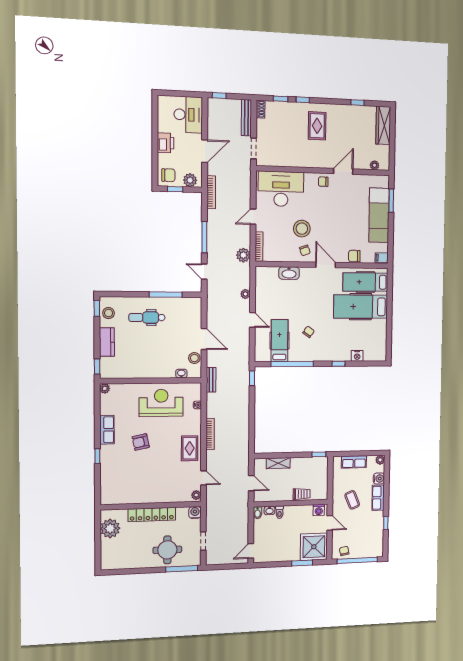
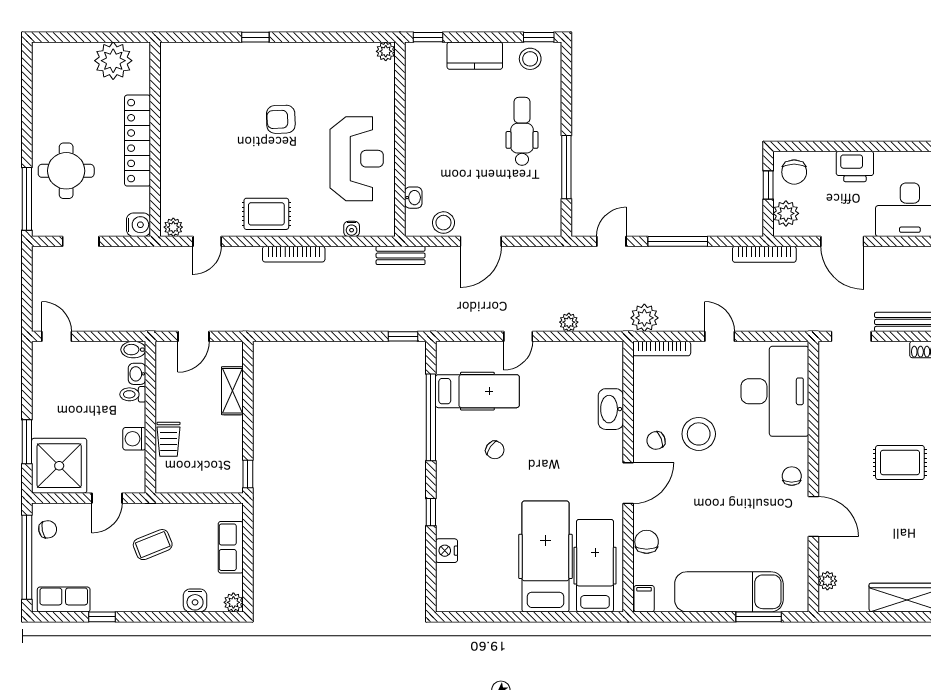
row of seats: (107, 430) -> (306, 55), removed
armchair: (141, 442) -> (281, 119), turned -80
row of seats: (378, 498) -> (64, 600), moved
washing machine: (319, 510) -> (134, 439), moved

